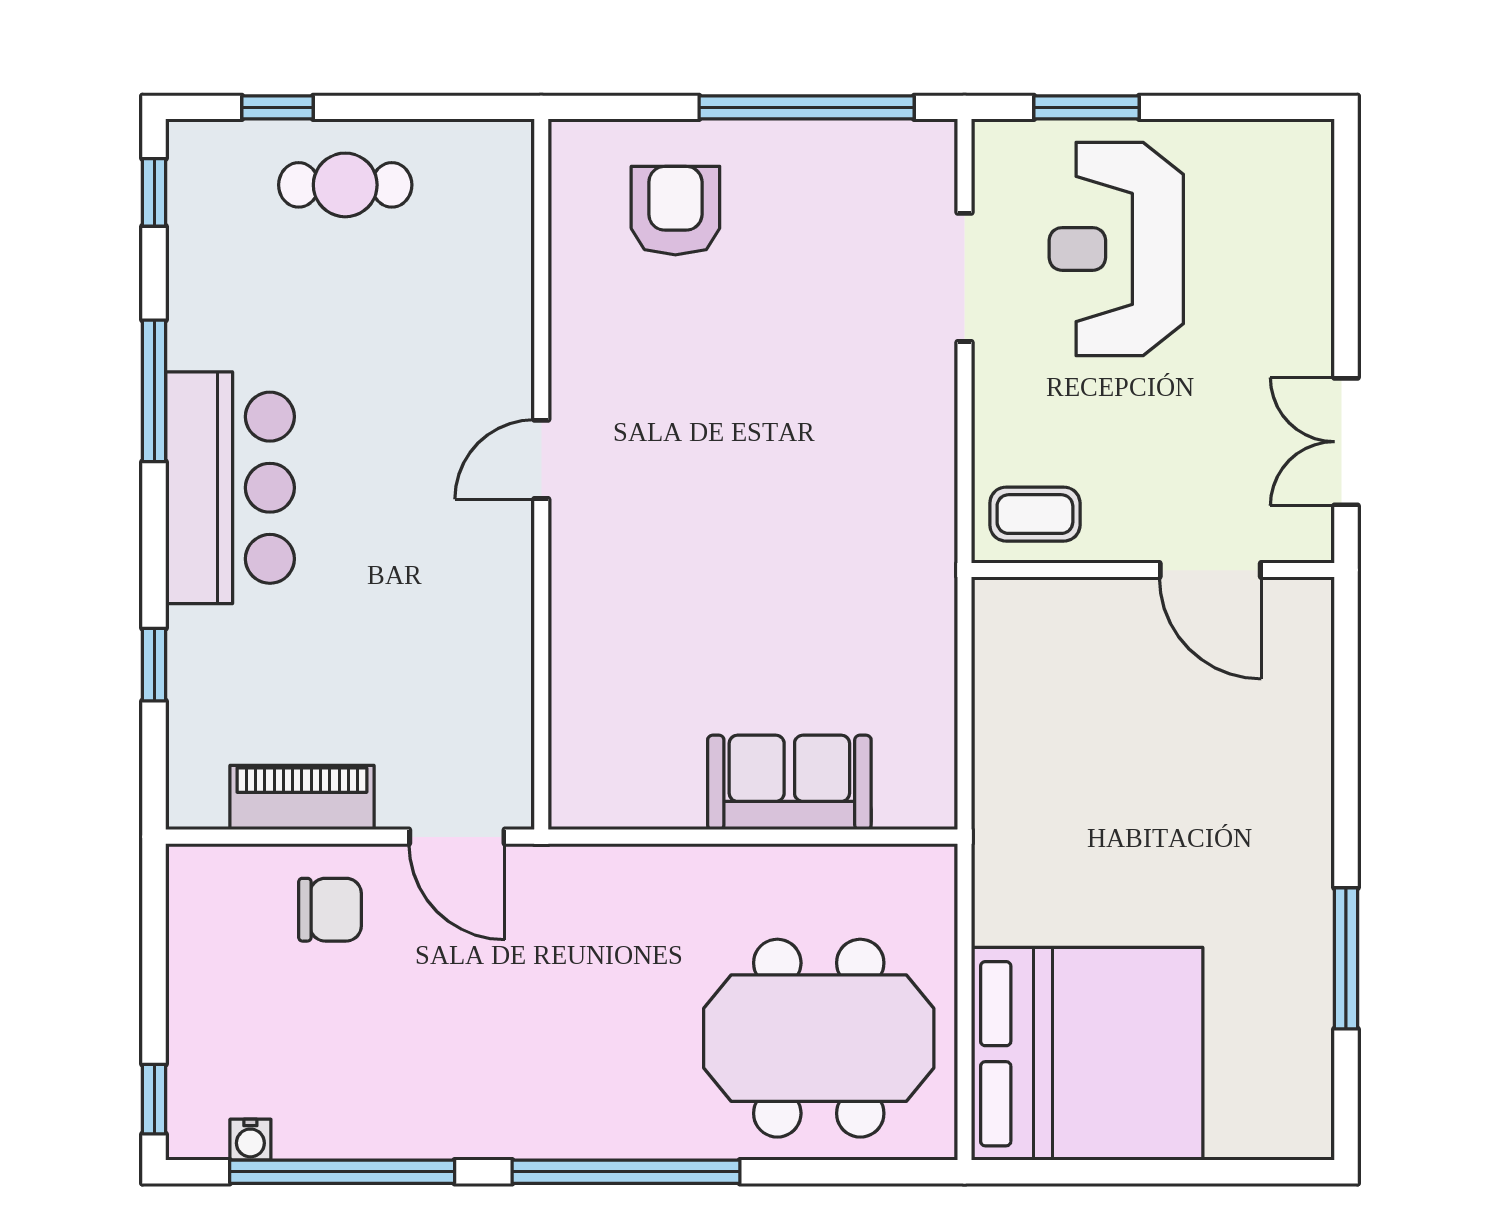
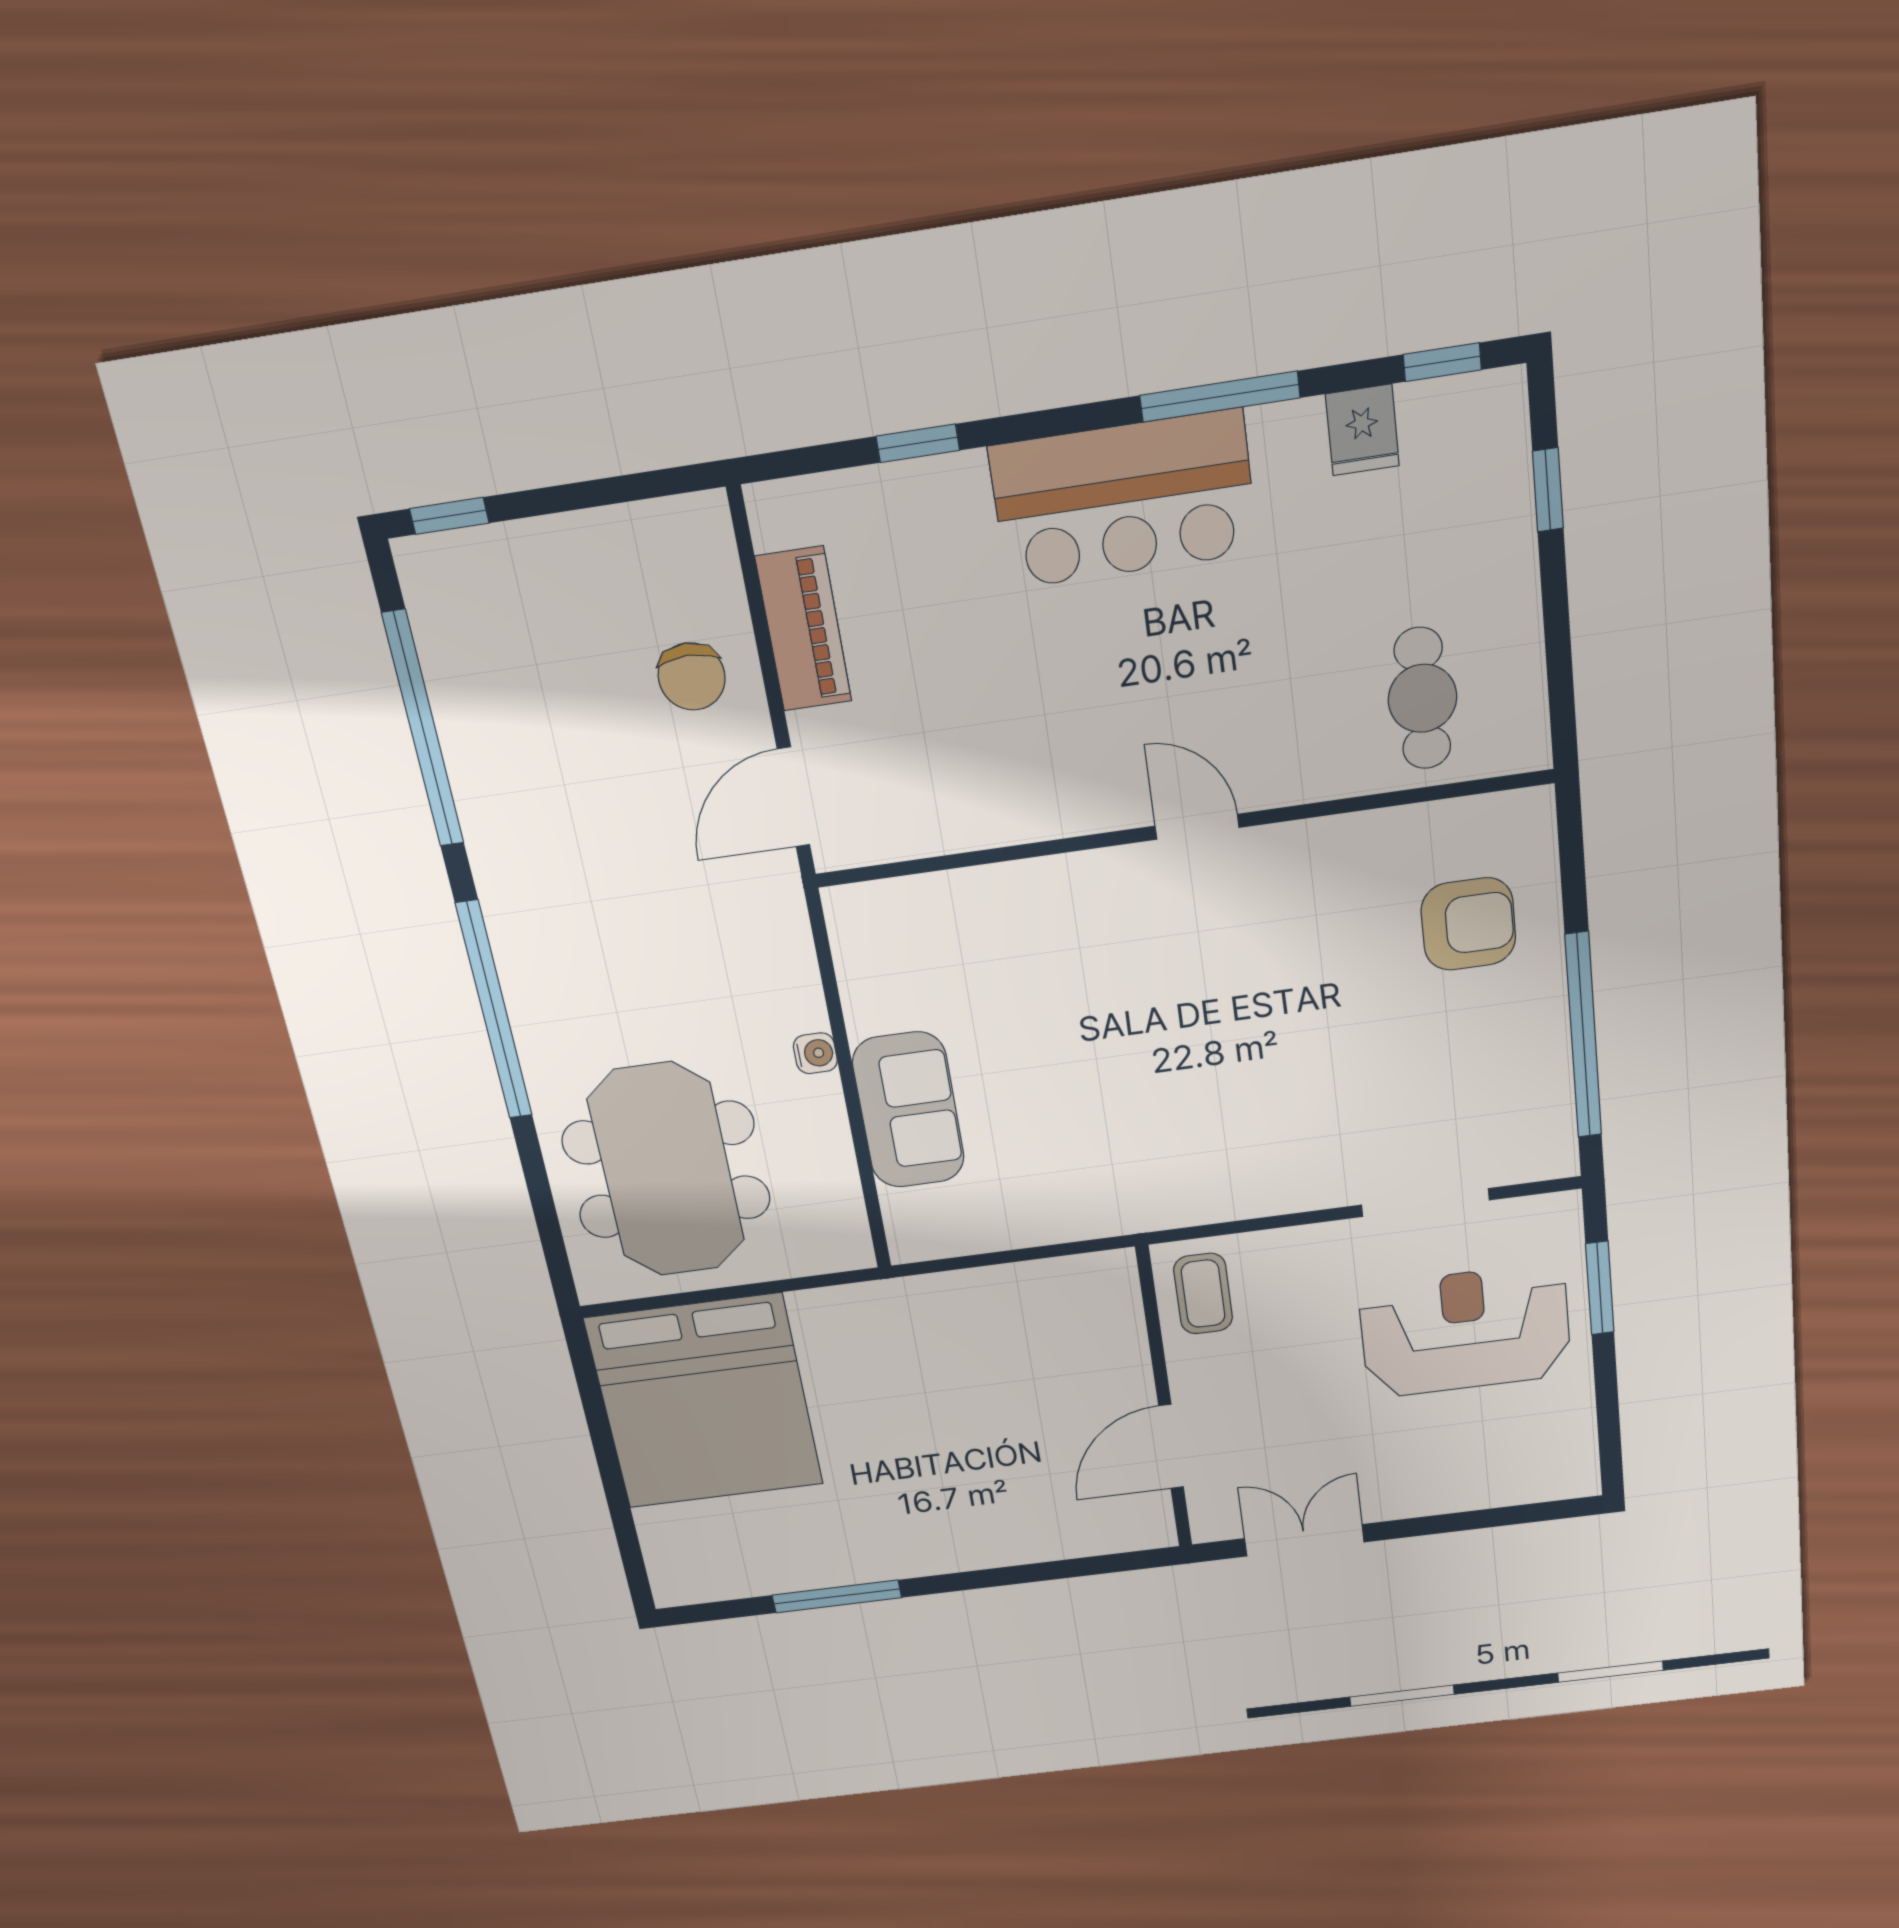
cafe table: (345, 185) -> (1422, 698), moved
fridge: (201, 268) -> (1362, 430), added
water cooler: (250, 1140) -> (815, 1053), moved, turned 180

